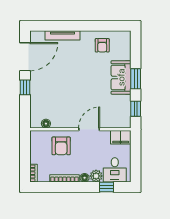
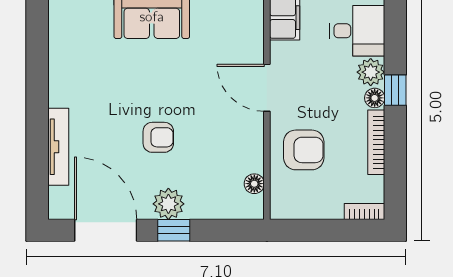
armchair: (102, 45) -> (158, 137), moved
plant: (37, 85) -> (168, 204), added
window: (106, 187) -> (395, 90), moved

